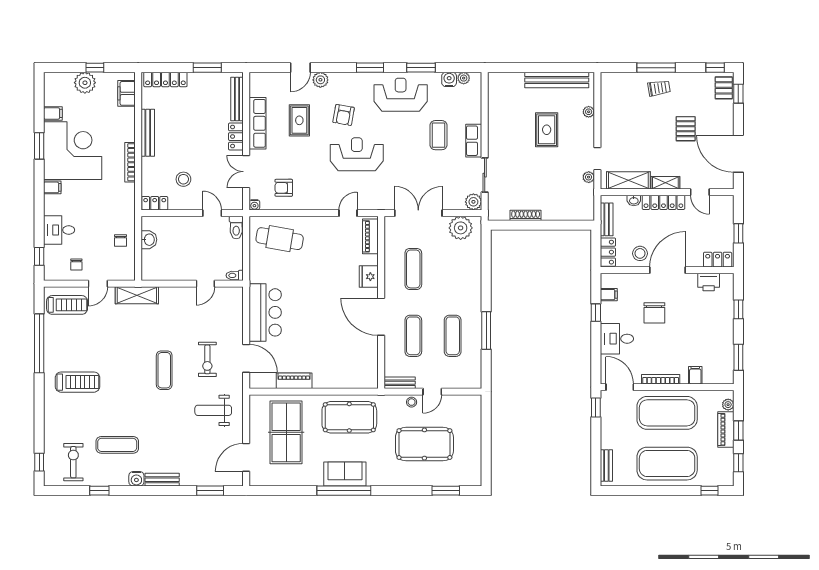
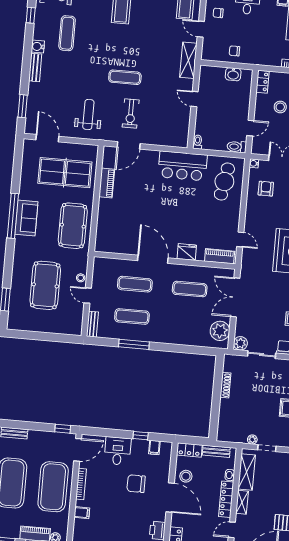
double door: (418, 213) -> (235, 297), swing flipped
door: (205, 284) -> (195, 99), moved
bar counter: (265, 312) -> (183, 166), moved
door: (381, 317) -> (153, 259), hinge flipped
exercise bike: (207, 359) -> (131, 113), turned -90
bench: (400, 383) -> (92, 324), moved

